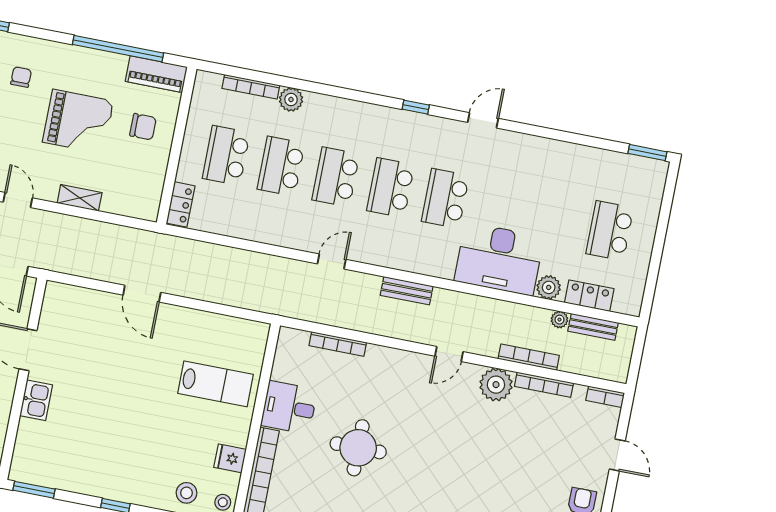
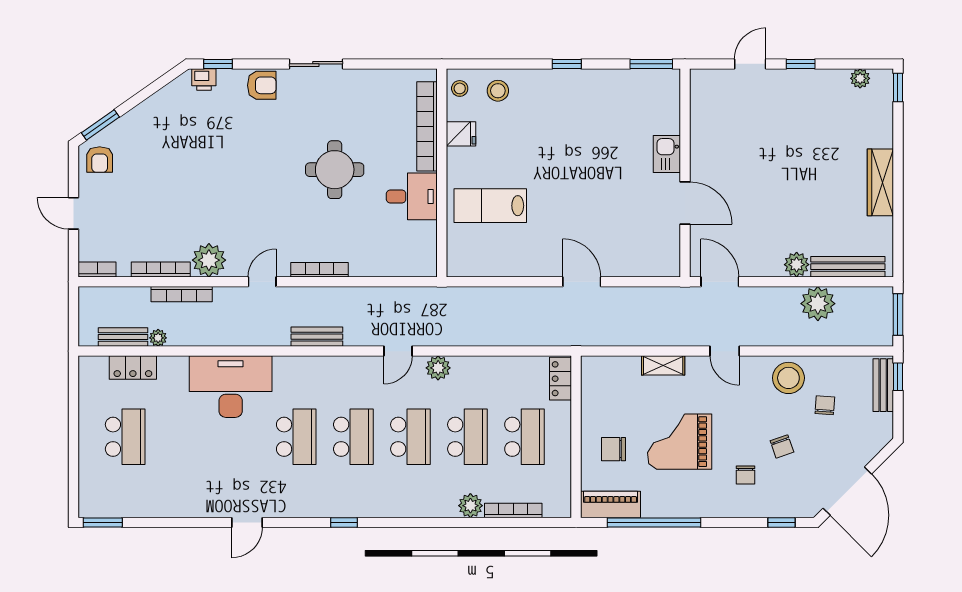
door: (483, 120) -> (247, 522), moved
plant: (549, 287) -> (438, 368), moved
bookcase: (338, 344) -> (320, 270), moved

